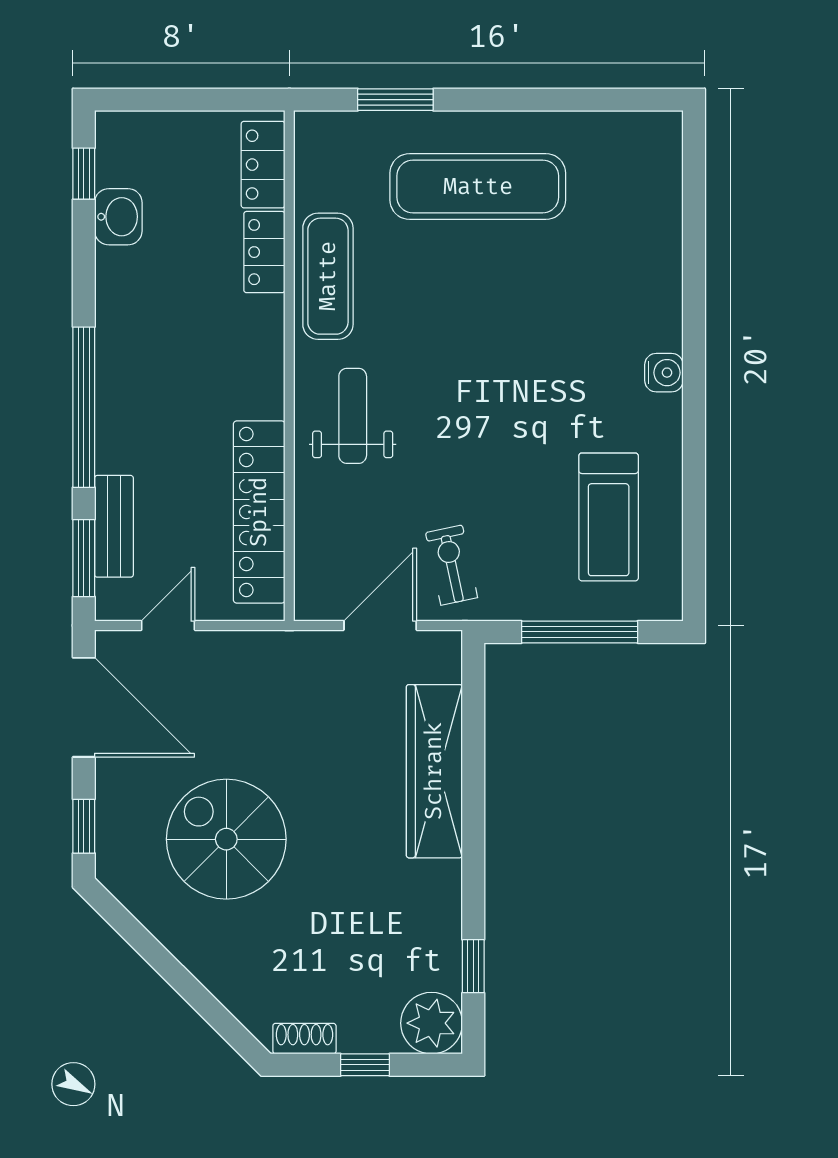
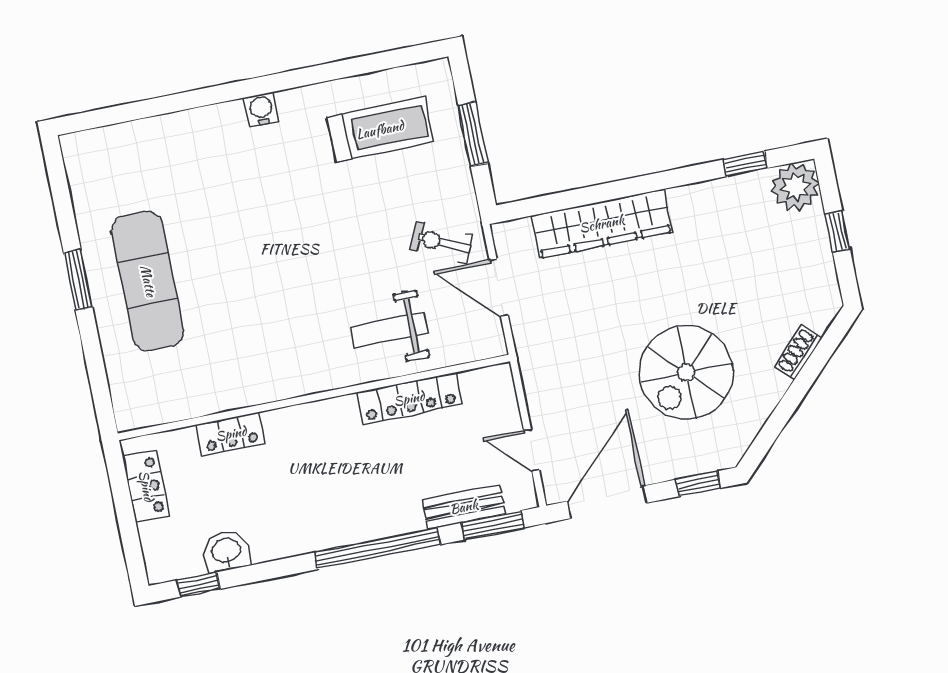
window: (395, 100) -> (78, 280), moved
locker: (263, 165) -> (146, 486), moved, turned -90
exercise mat: (328, 276) -> (239, 382), removed
weight bench: (353, 416) -> (390, 330), moved
locker: (259, 512) -> (409, 399), width x0.71, depth x0.83
exercise bike: (452, 565) -> (442, 242), turned 37
window: (580, 632) -> (473, 134), width x0.69
shoe rack: (304, 1039) -> (798, 353), moved, turned 45

